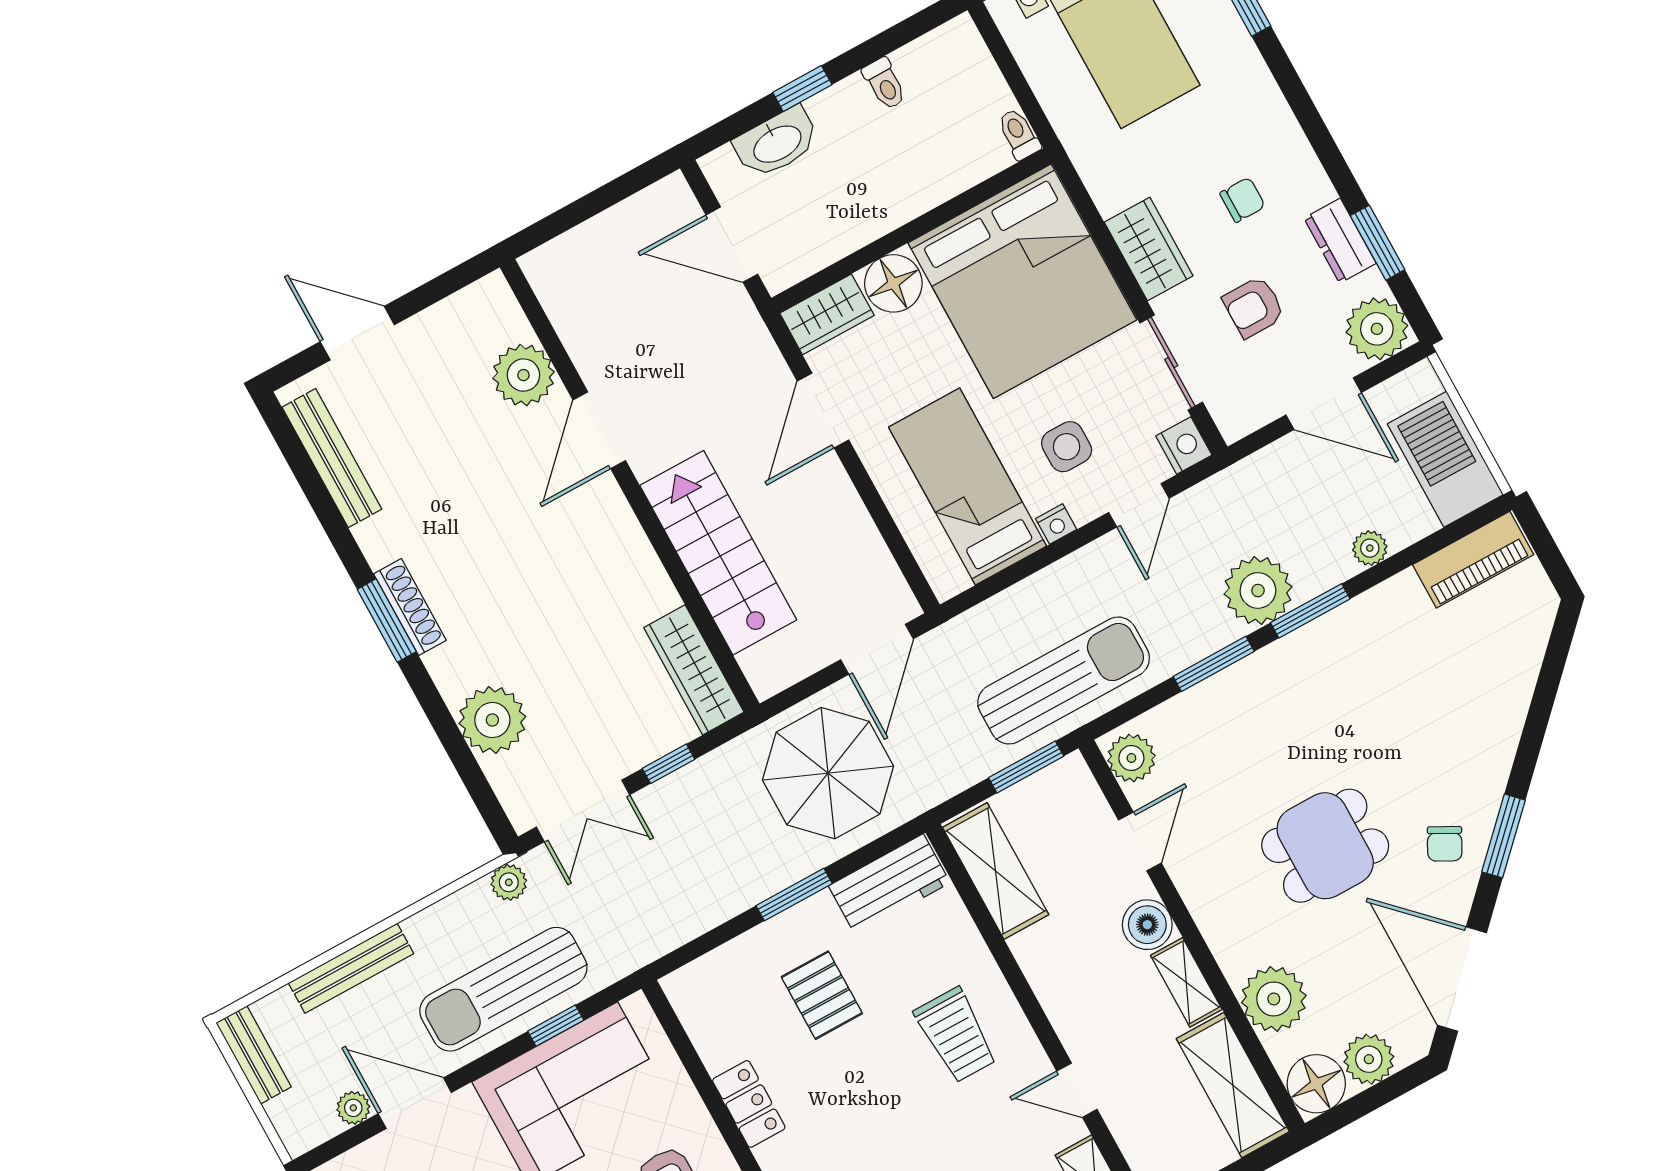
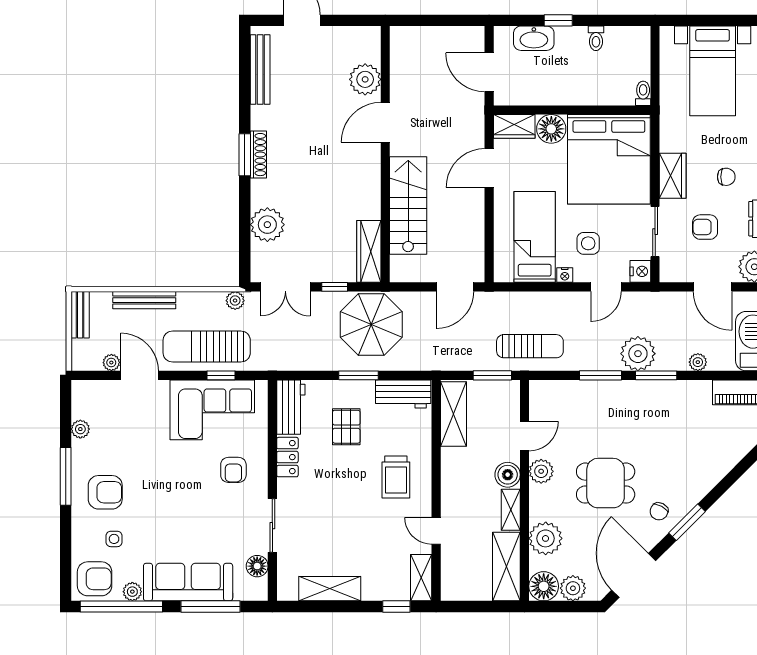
sun lounger: (1064, 681) -> (530, 346), width x0.73, depth x0.75
plant: (1131, 758) -> (541, 471), moved
parasol: (828, 773) -> (371, 324), moved
workbench: (707, 1014) -> (291, 407), added

